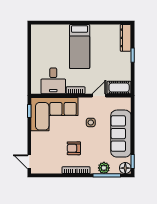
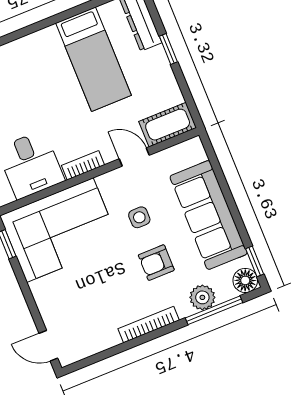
bed: (80, 47) -> (93, 59), moved
door: (99, 96) -> (134, 157), hinge flipped
armchair: (74, 148) -> (156, 263), moved

